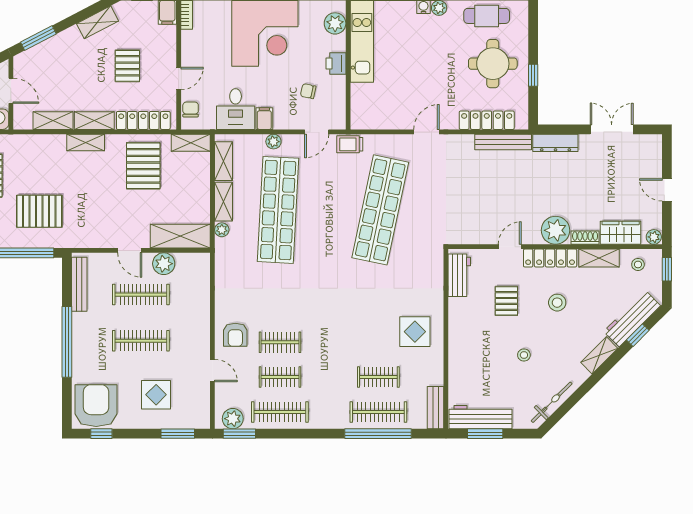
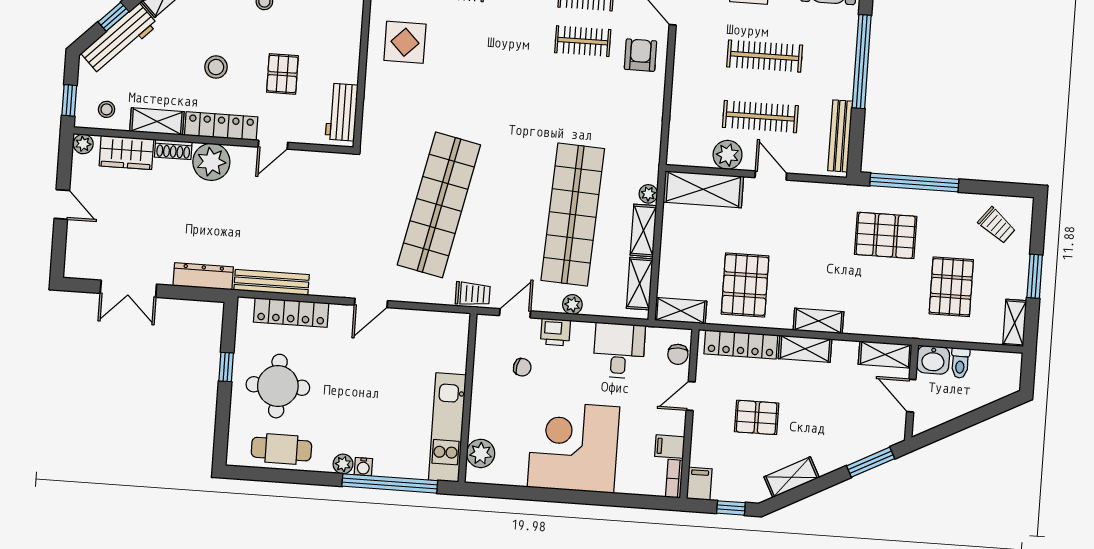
printer: (336, 63) -> (555, 332), moved, turned 90
pallet: (127, 66) -> (757, 417), turned 90
filing cabinet: (264, 119) -> (670, 447), moved, turned 90
shelving: (53, 121) -> (885, 355), moved

